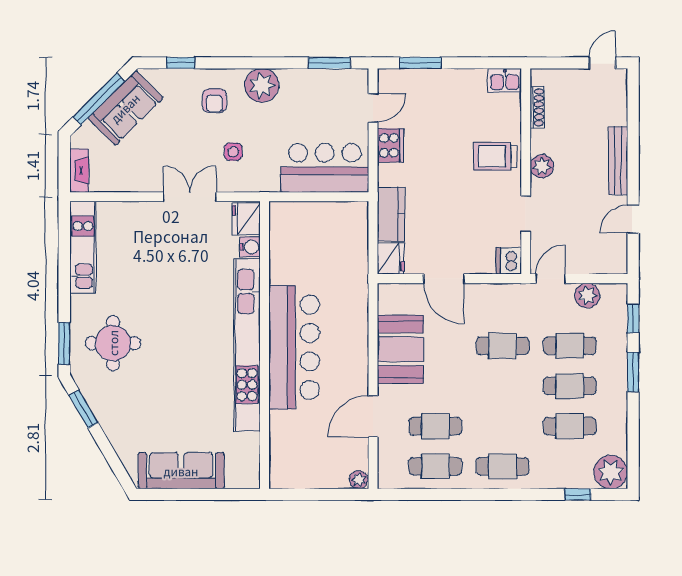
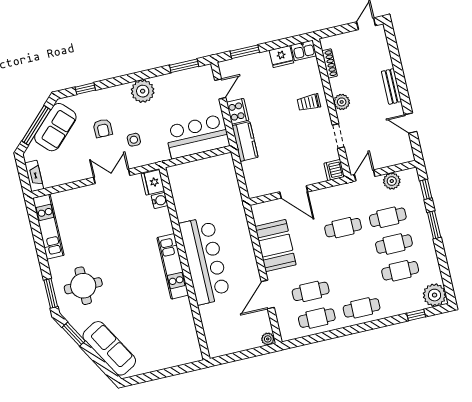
armchair: (214, 101) -> (103, 128), moved
trolley: (495, 156) -> (309, 102), width x0.73, depth x0.72
bench: (618, 161) -> (391, 86), width x0.73
kitchen counter: (391, 214) -> (245, 142), moved
door: (633, 219) -> (411, 123), hinge flipped
fridge: (391, 258) -> (281, 56), moved, turned 90
kitchen unit: (247, 345) -> (173, 266), width x0.54
sofa: (181, 471) -> (109, 348), moved, turned 60

